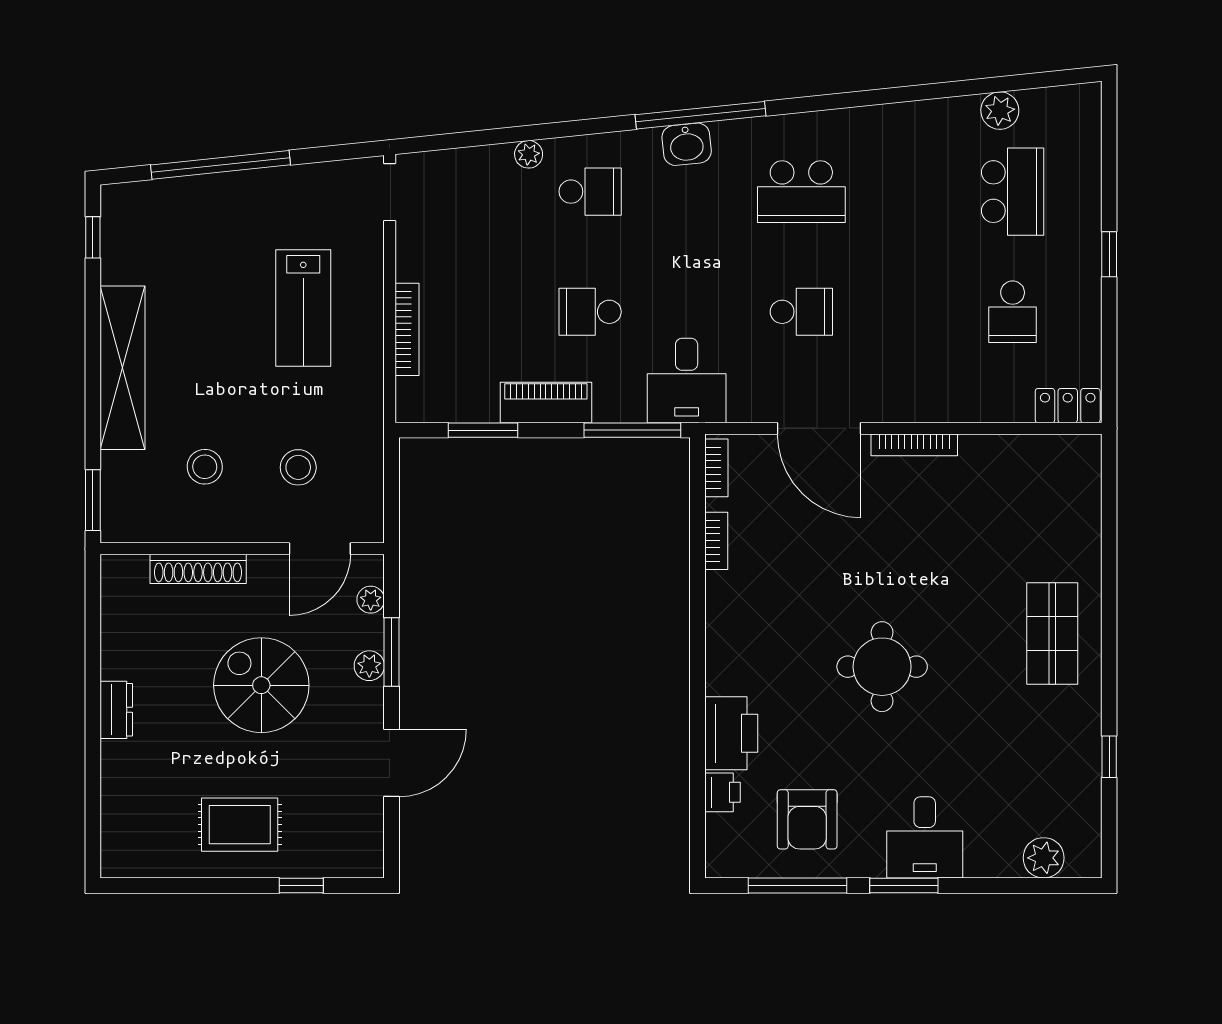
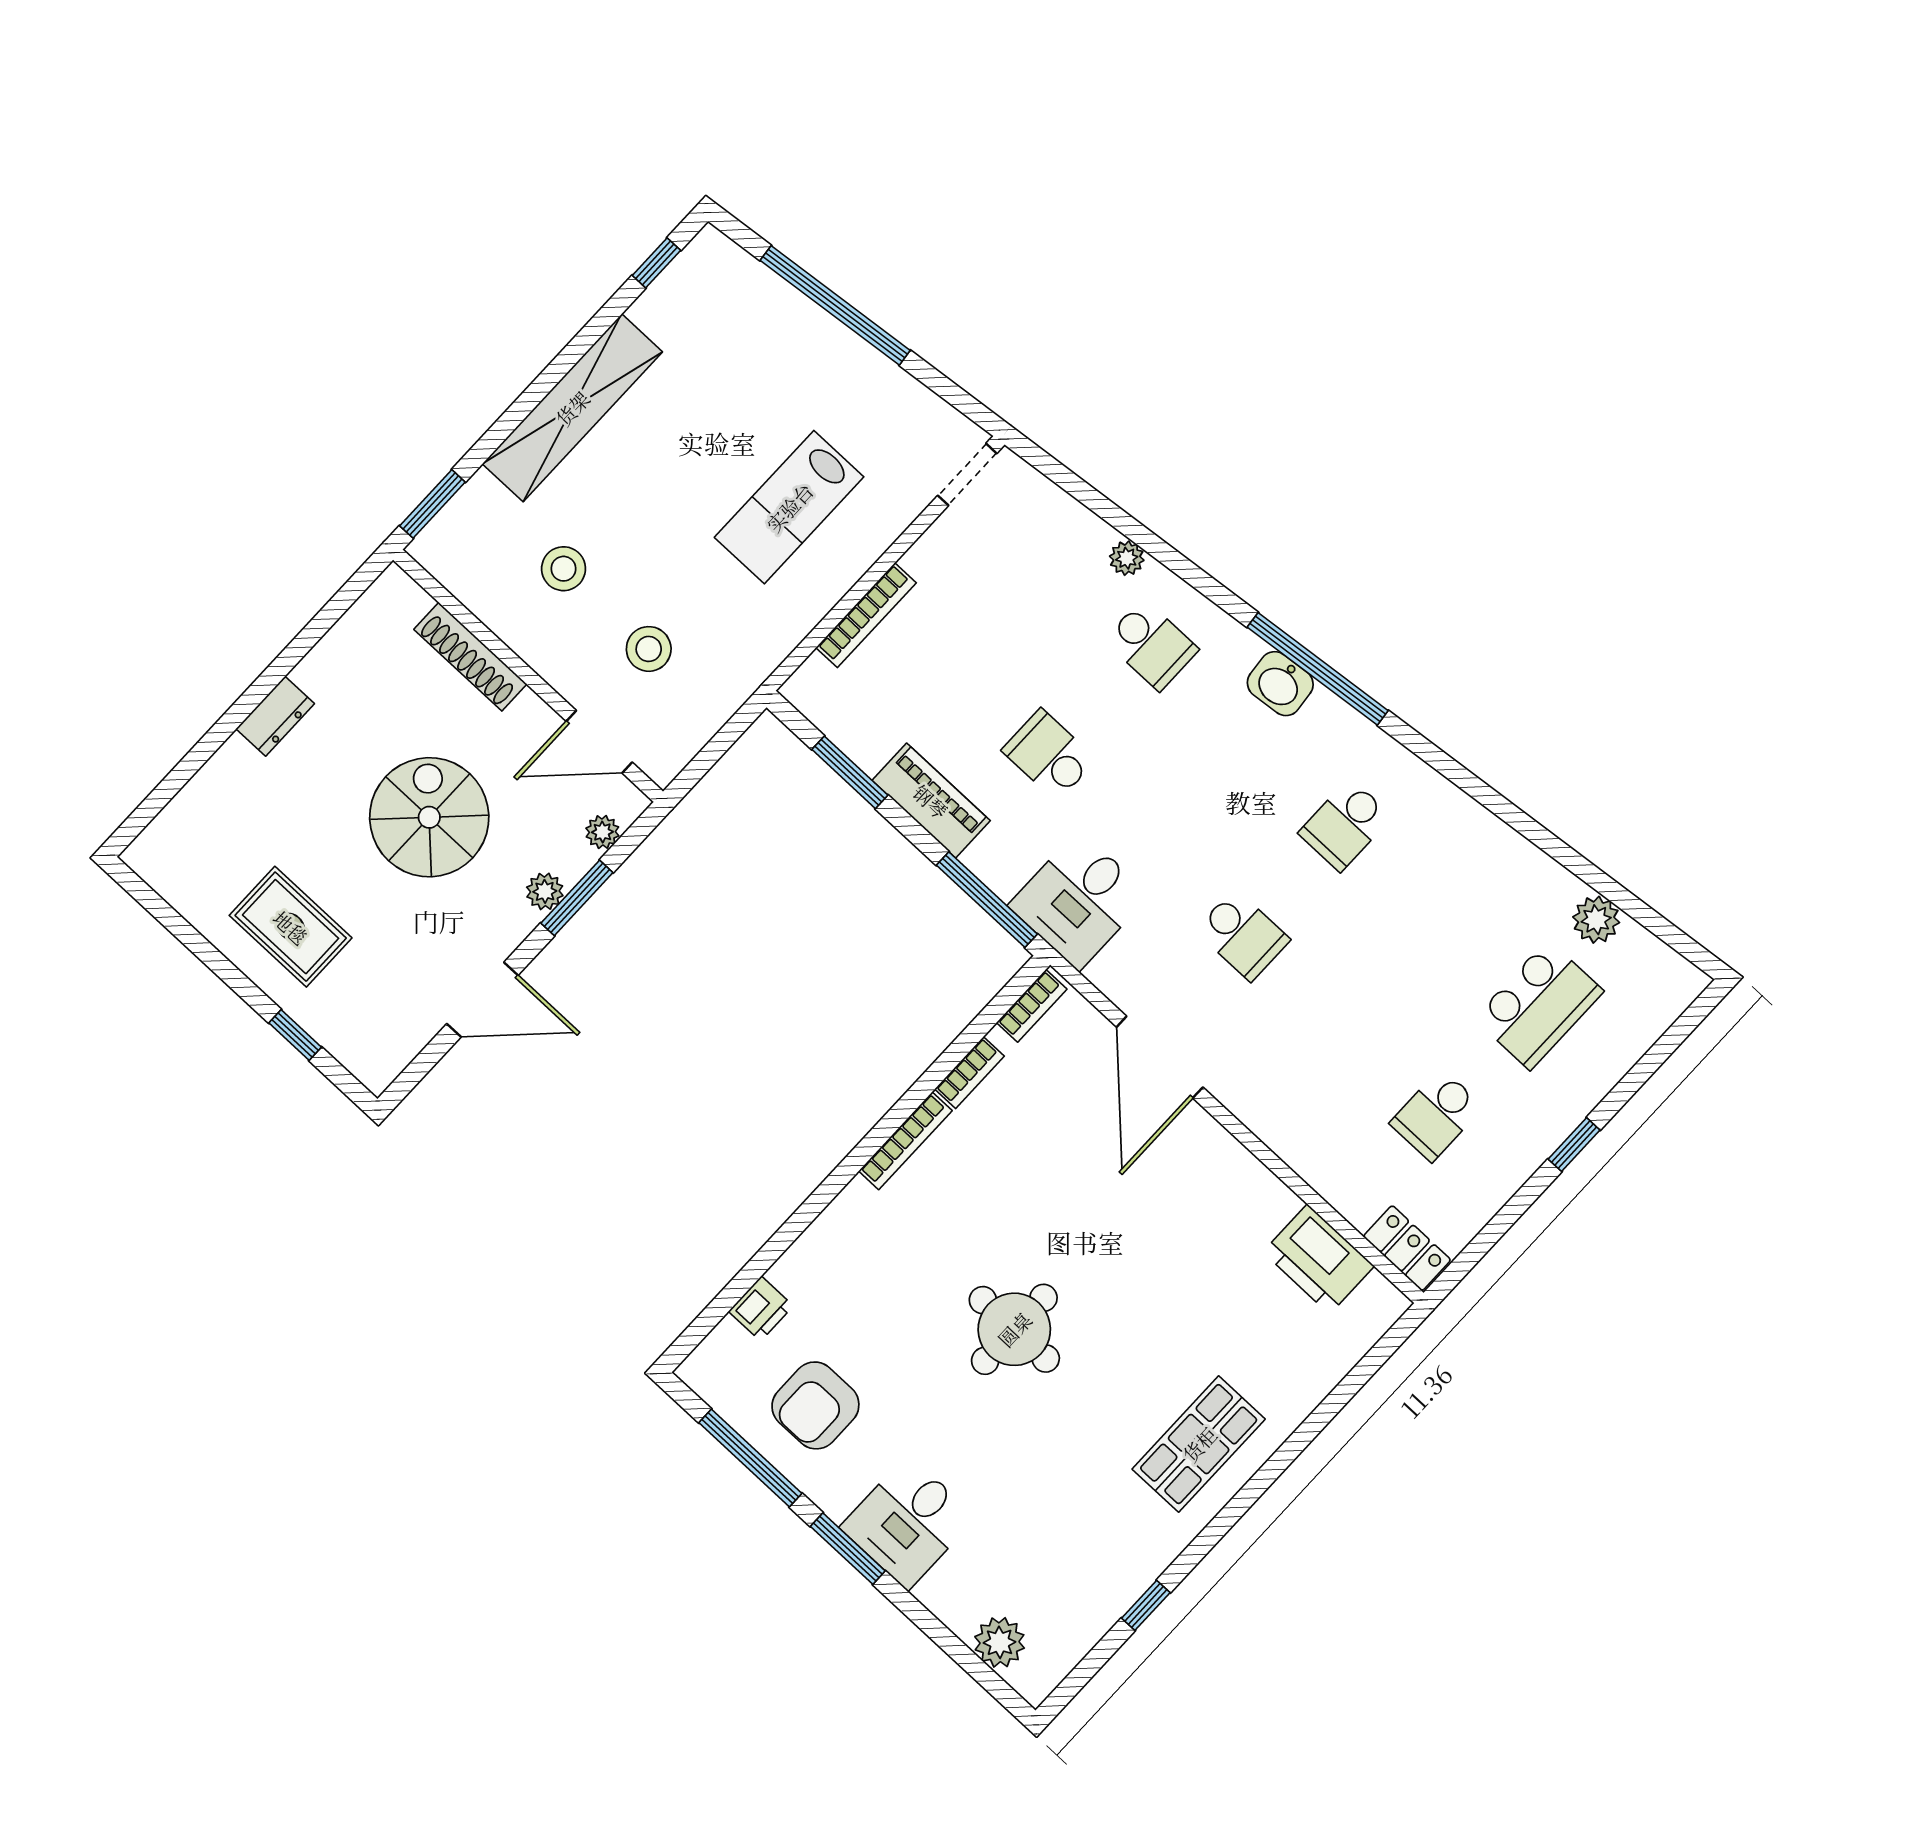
school desk: (801, 192) -> (1345, 825), width x0.54
bookcase: (914, 445) -> (905, 1141), moved, turned -90
printer: (731, 733) -> (1319, 1259), moved, turned 90

